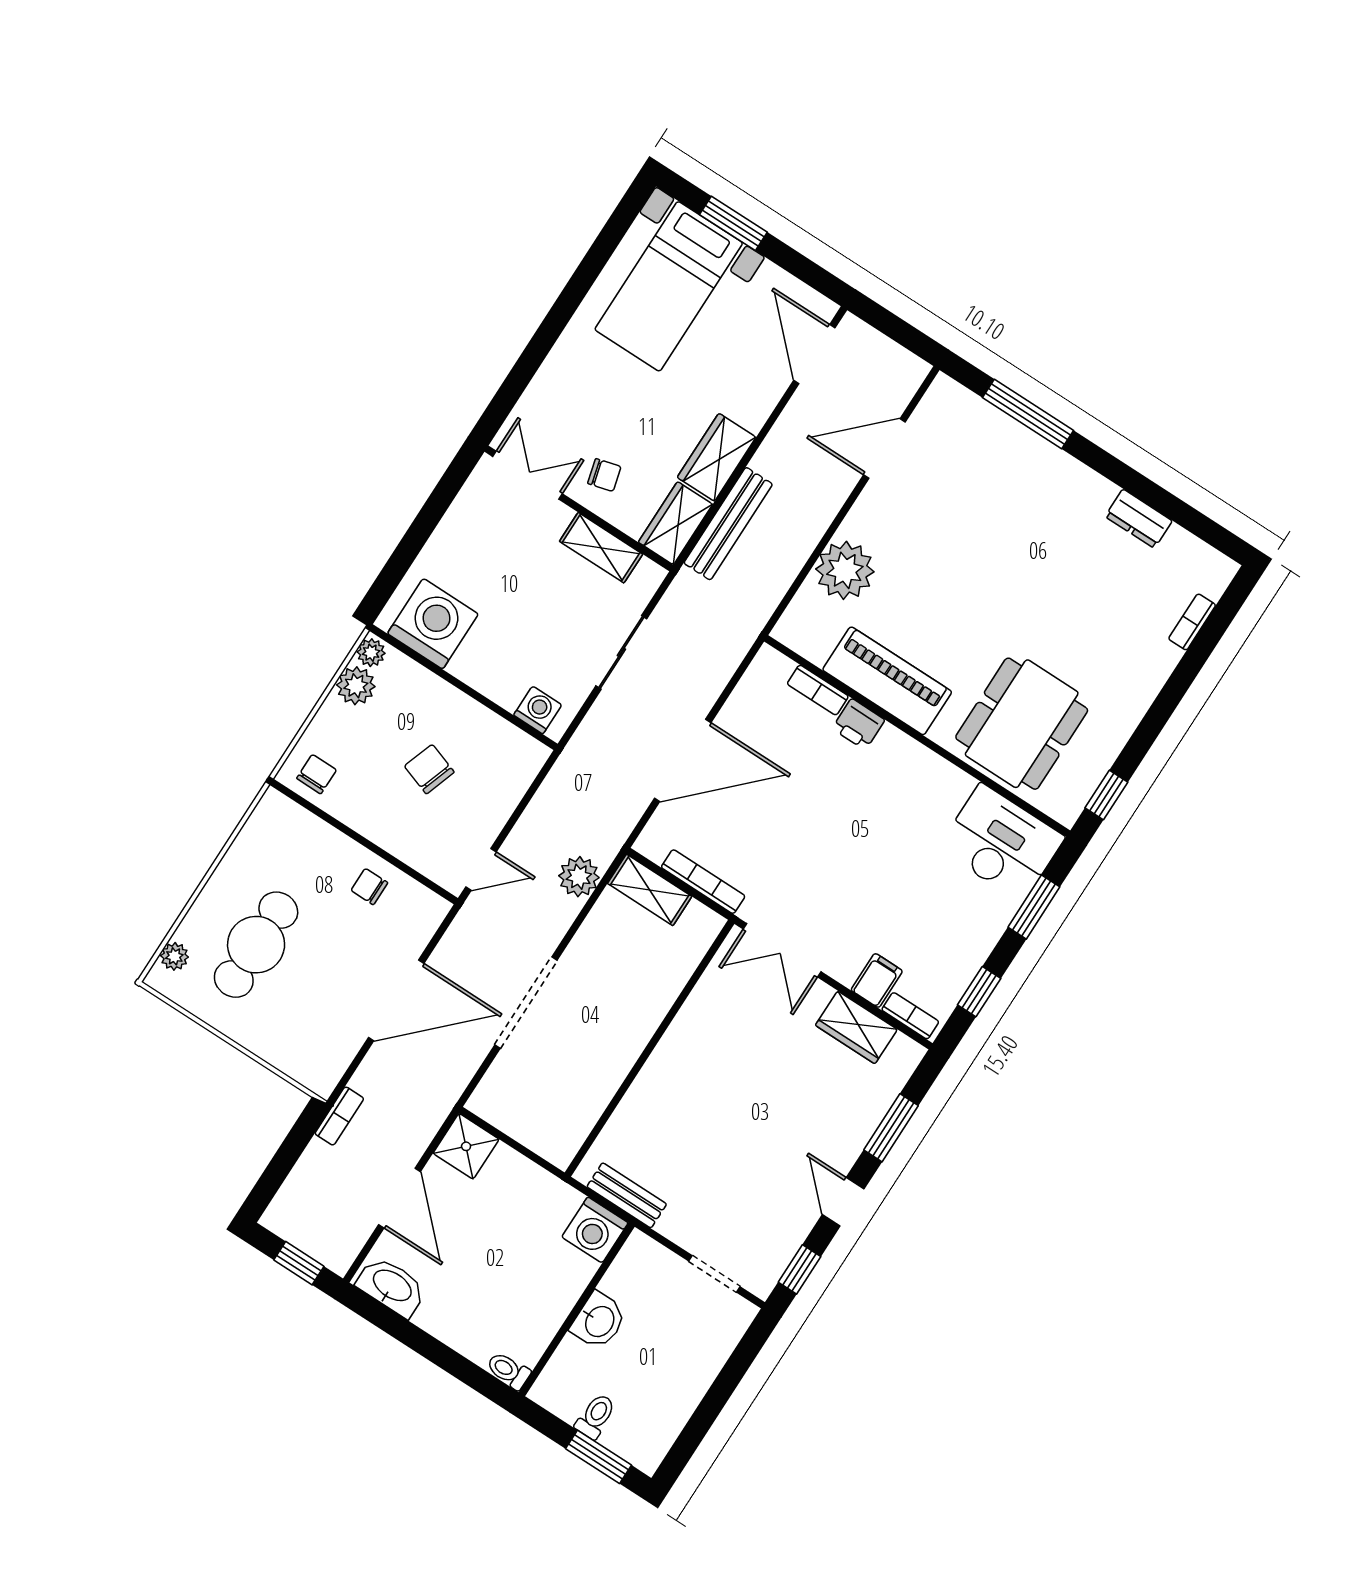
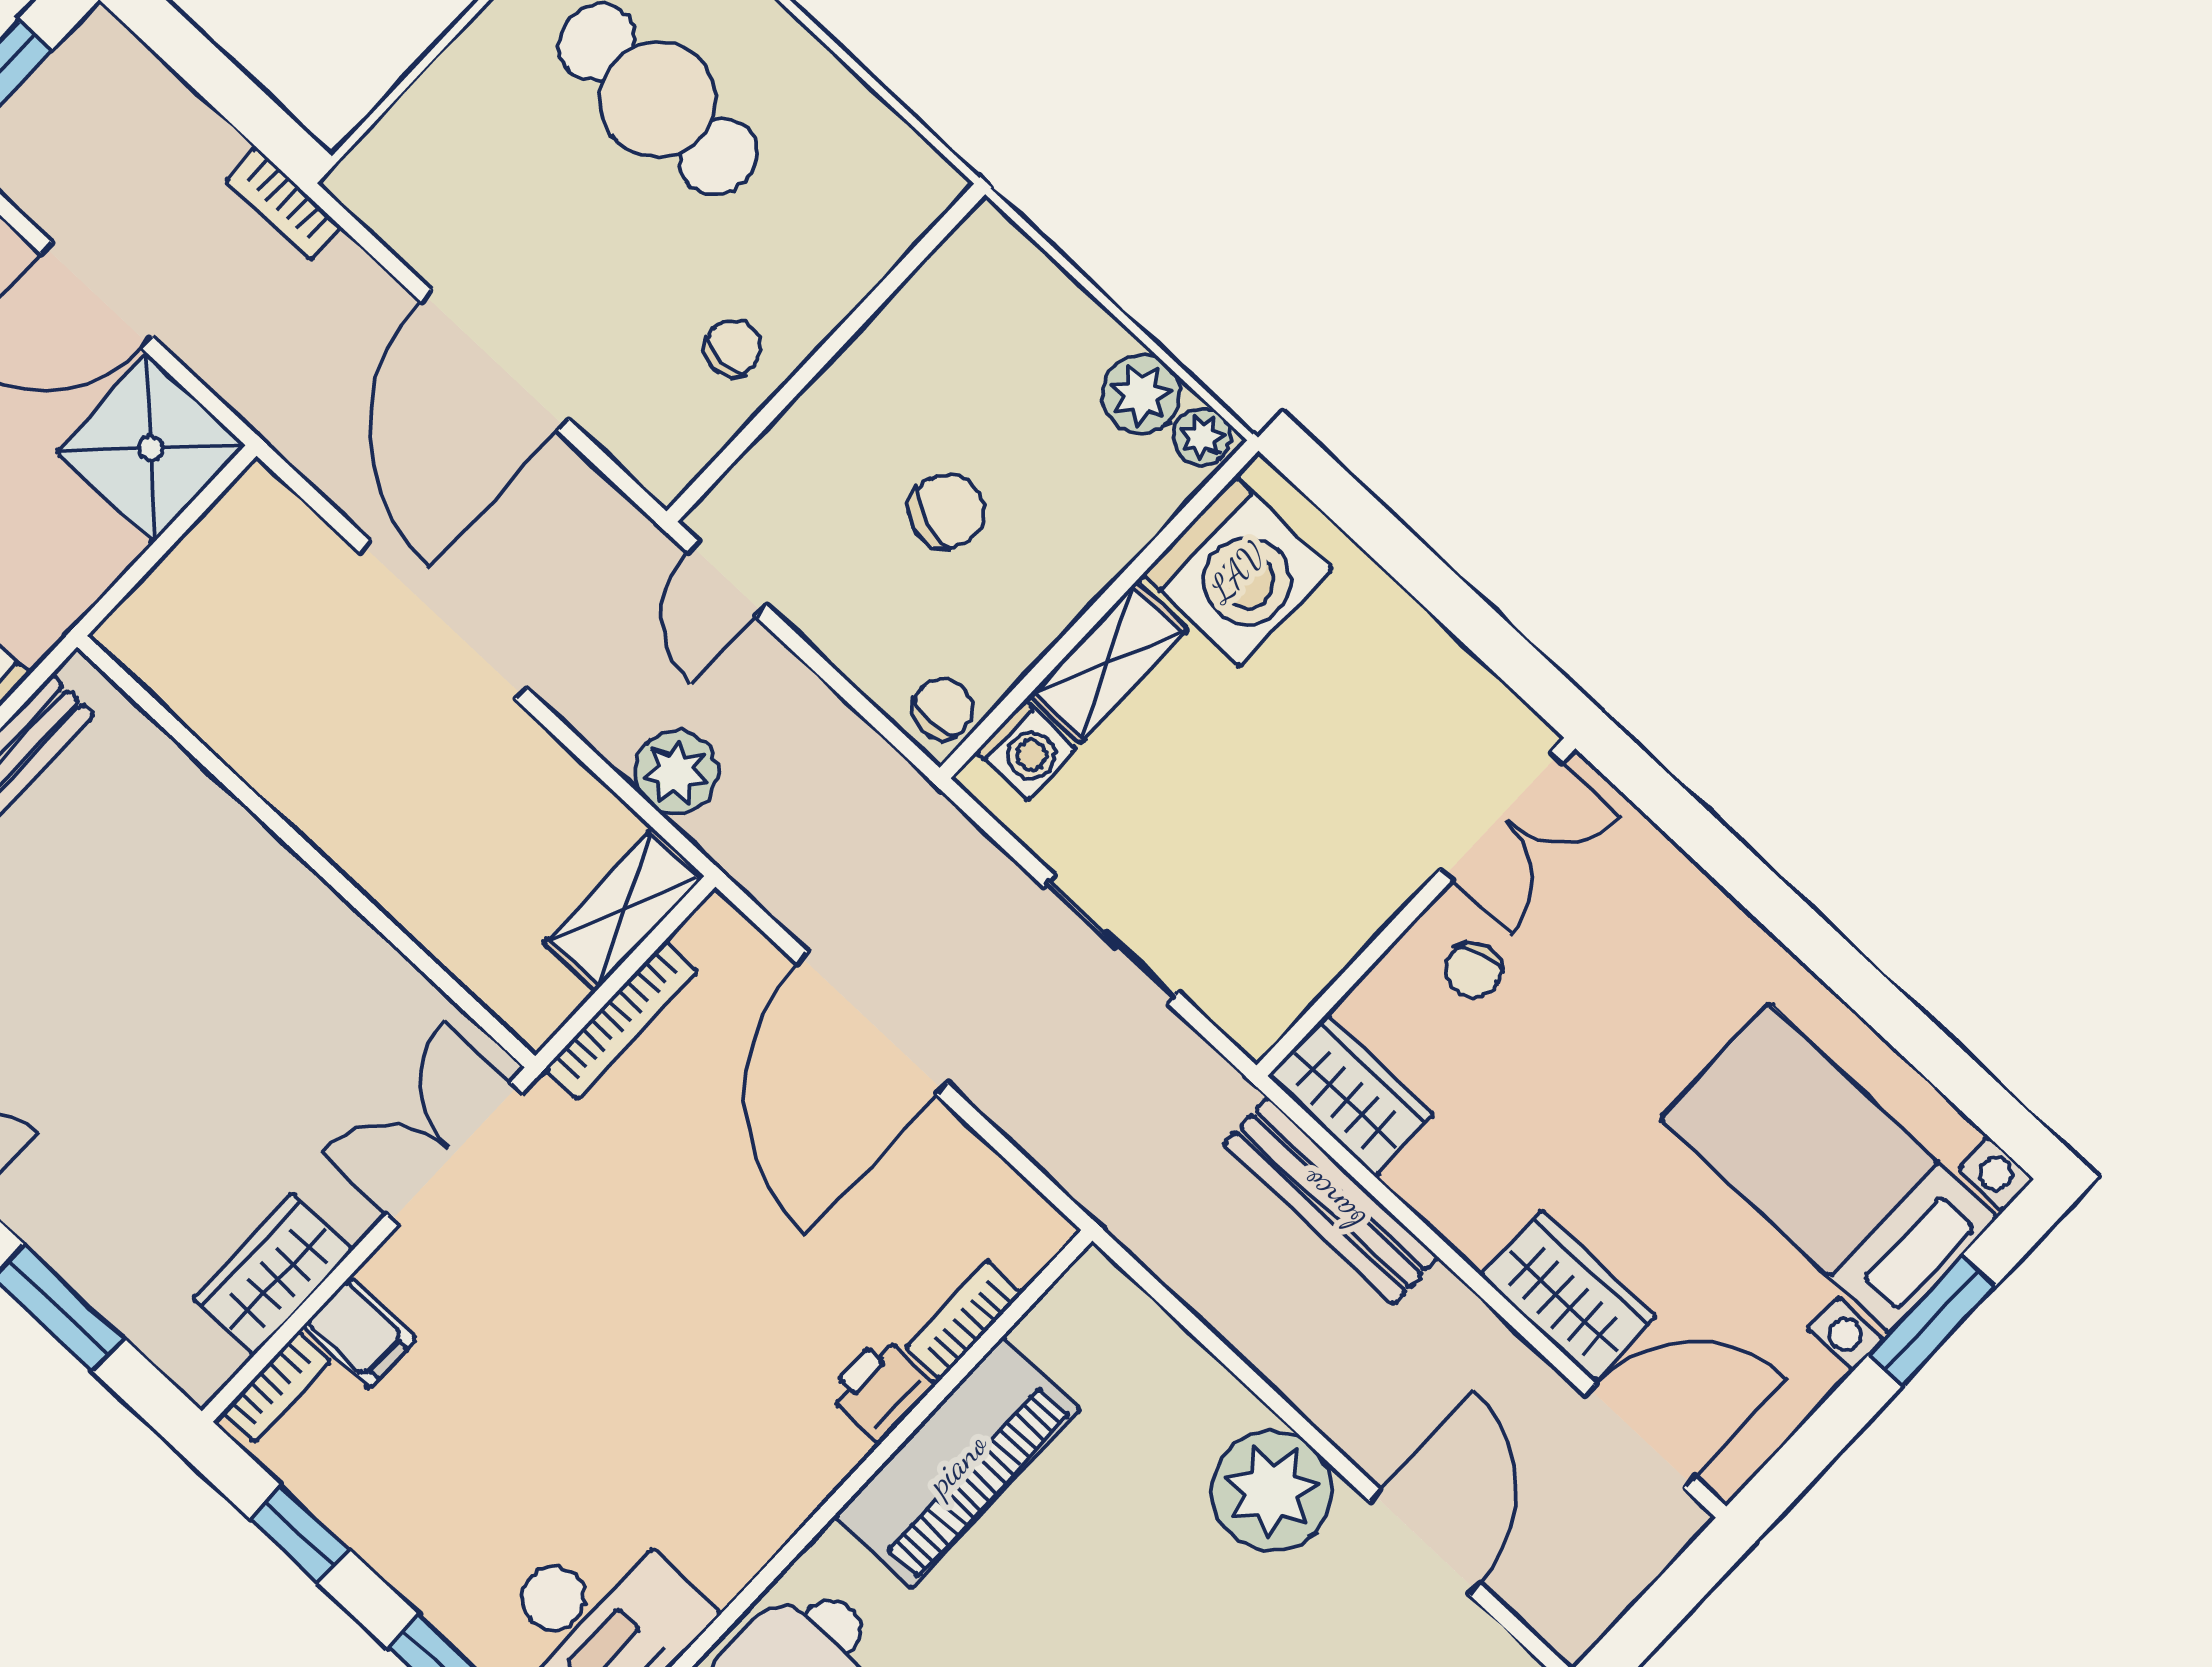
wardrobe: (717, 457) -> (1568, 1296), moved
shelving: (601, 548) -> (1108, 662), moved
plant: (845, 570) -> (1272, 1491), moved
chair: (317, 774) -> (943, 709), moved, turned -90
shower: (466, 1146) -> (151, 448), width x1.36, depth x1.36

